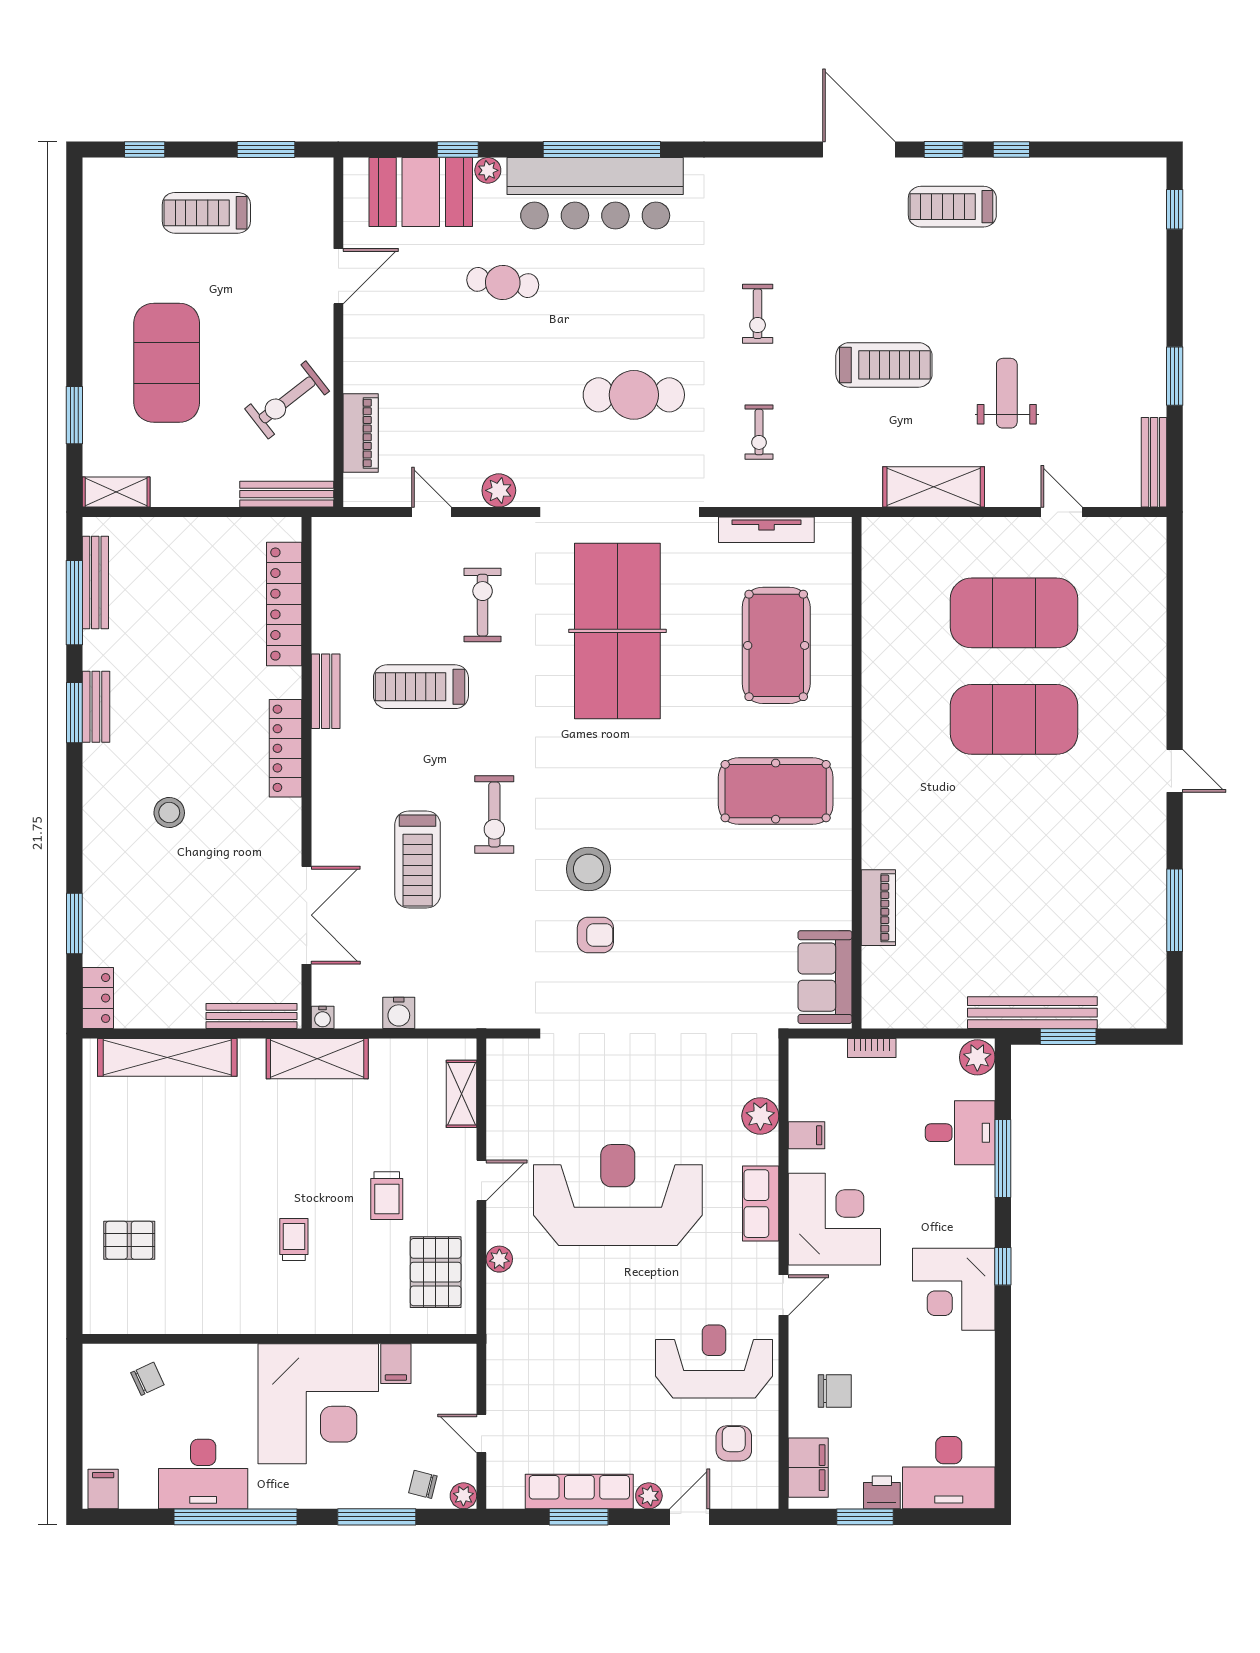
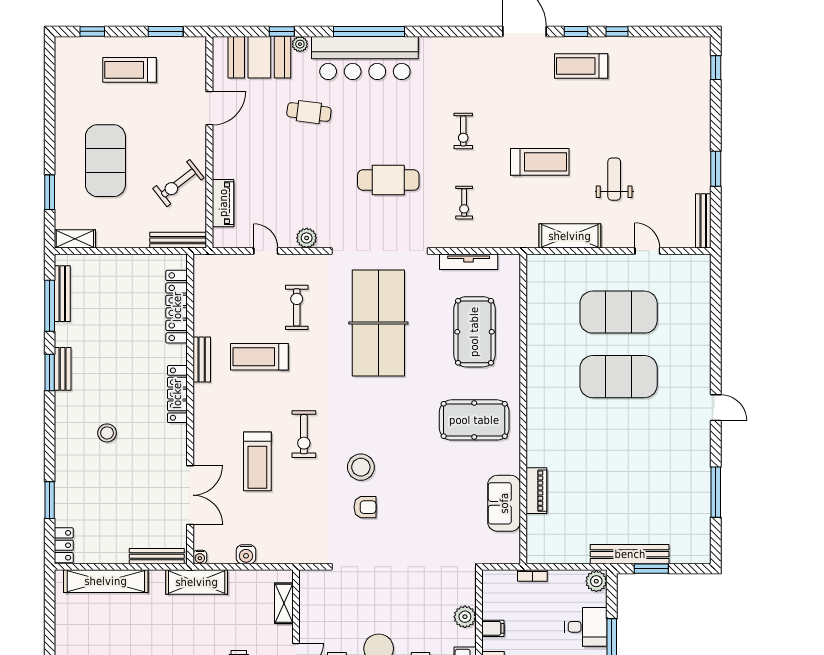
sofa: (825, 977) -> (504, 503), moved

